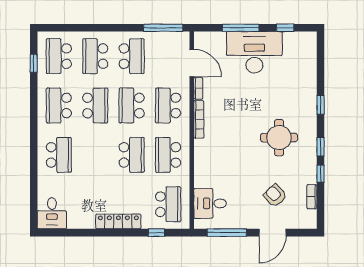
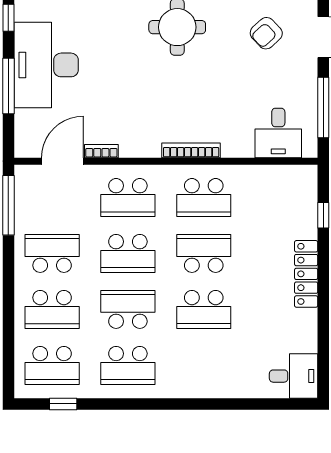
bookcase: (199, 119) -> (191, 150), moved
school desk: (59, 155) -> (204, 309), moved, turned 180
school desk: (168, 204) -> (280, 198), removed

